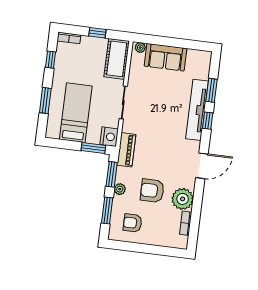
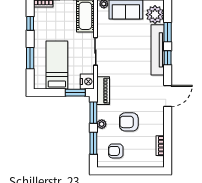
plant: (183, 199) -> (155, 15), moved

